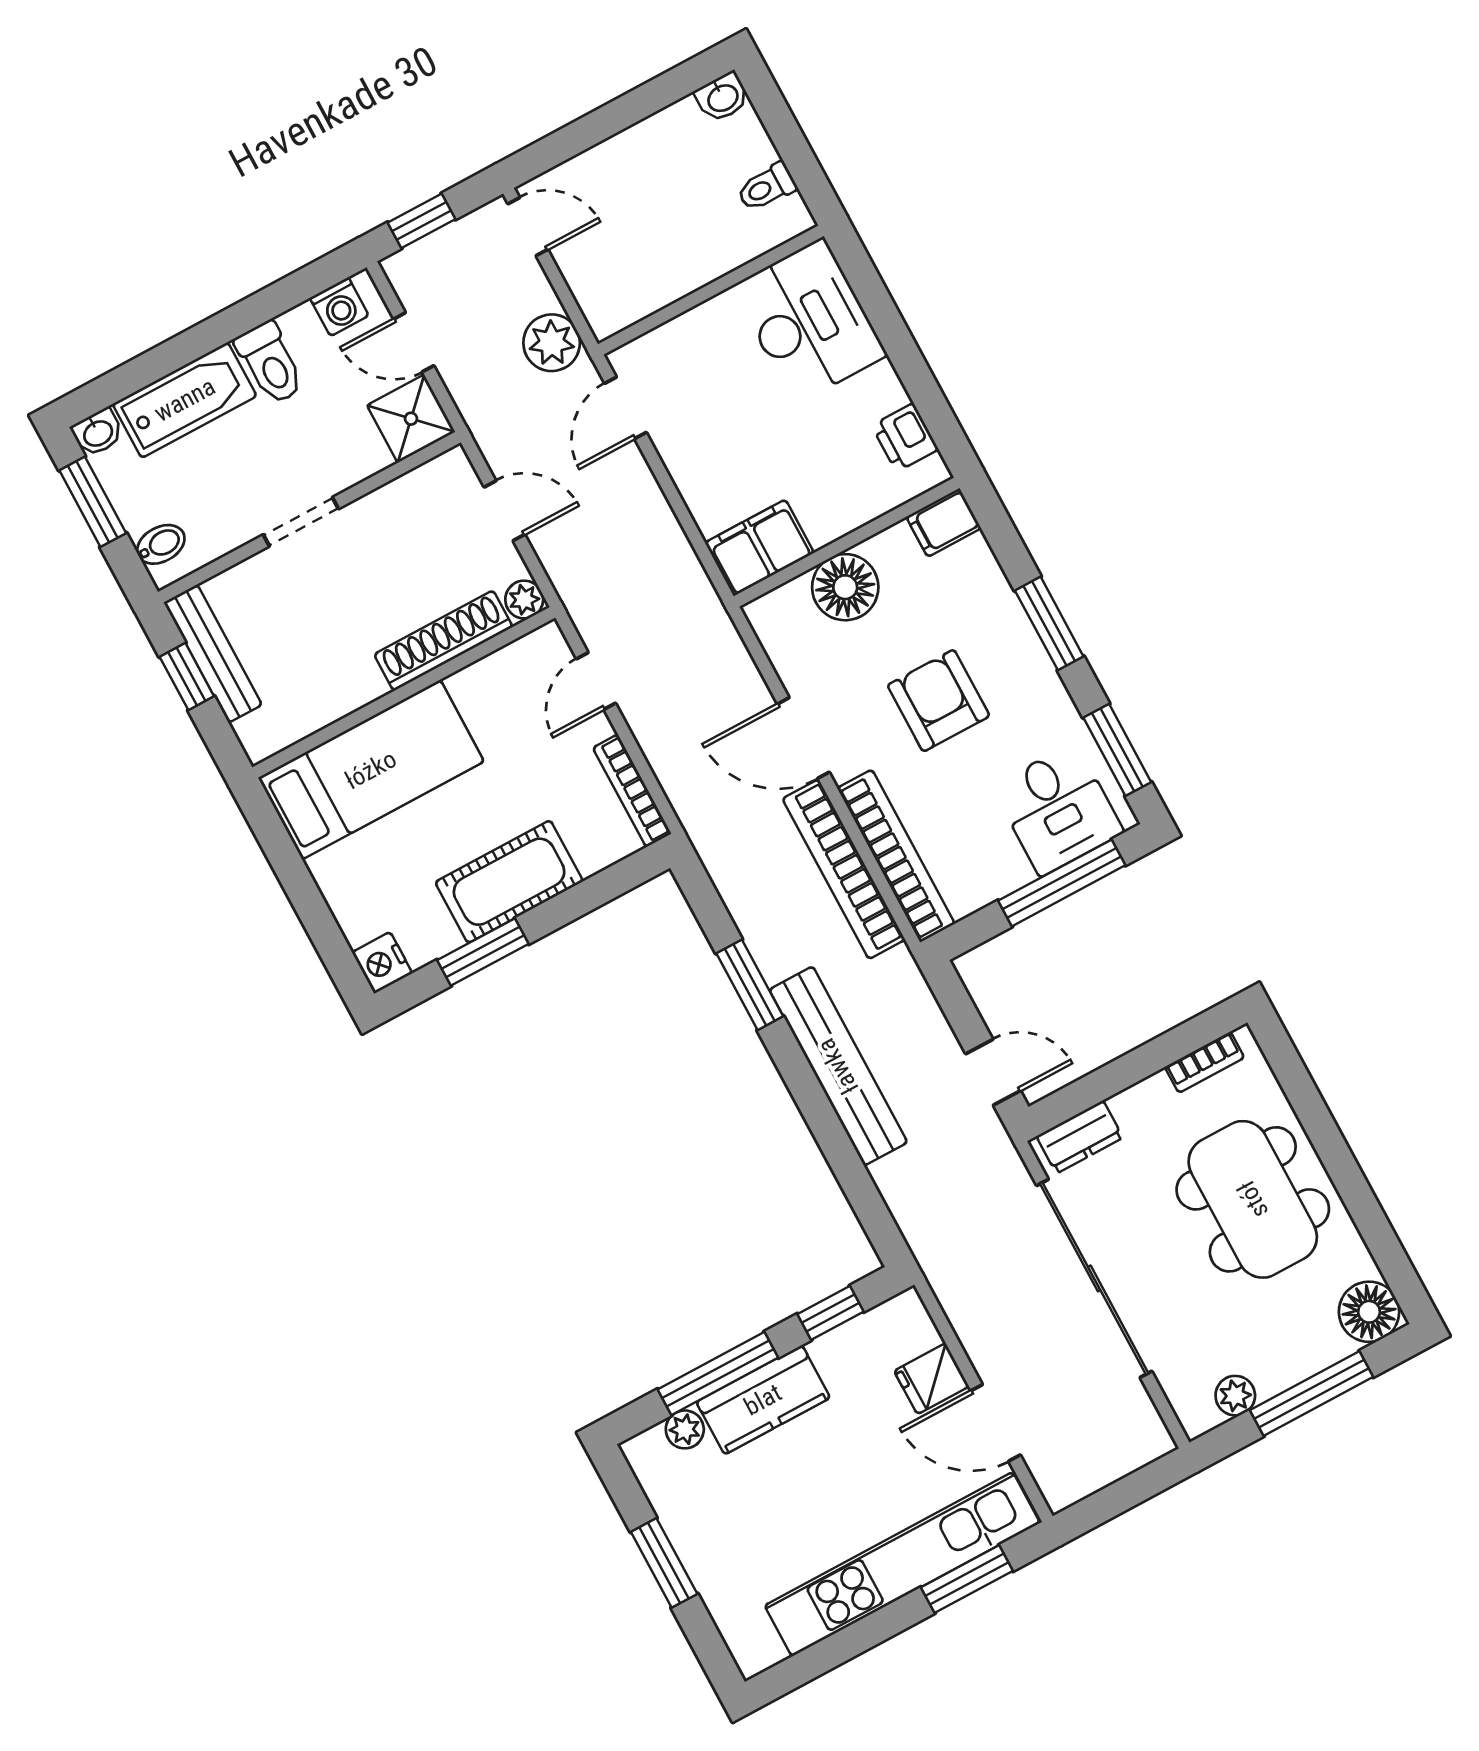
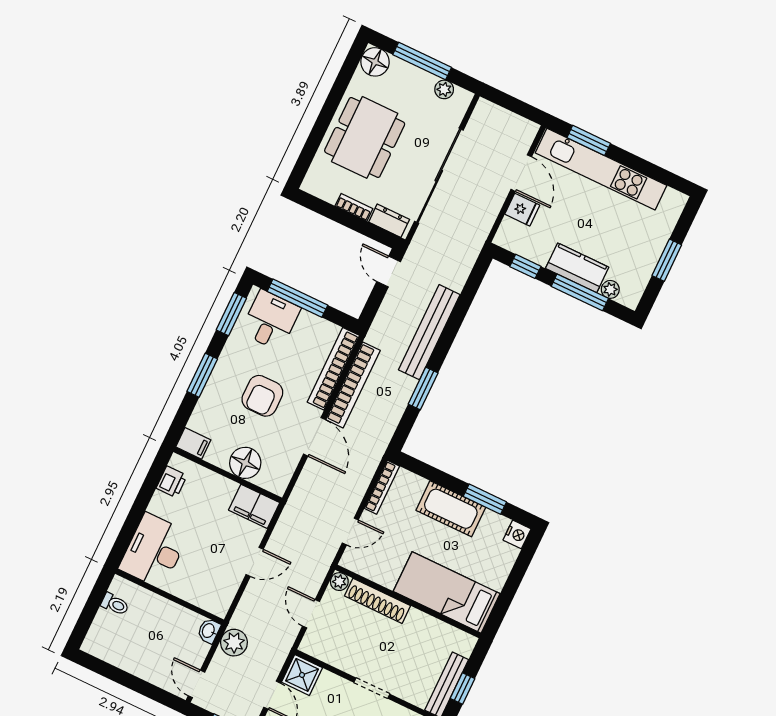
washbasin: (722, 97) -> (209, 631), moved, turned -90
door: (625, 408) -> (255, 562), moved
bookcase: (1205, 1062) -> (354, 207), moved

